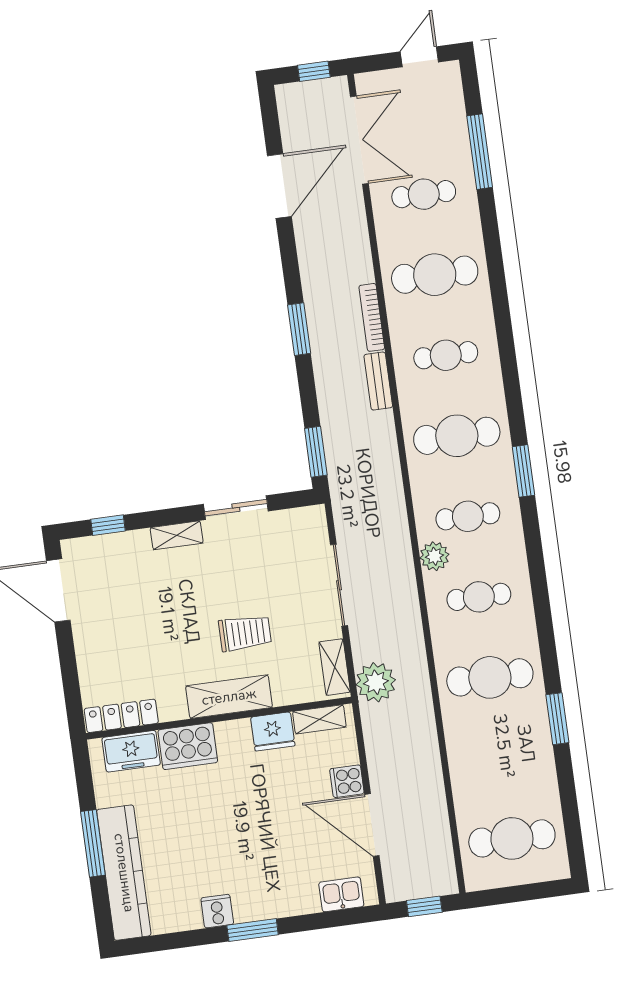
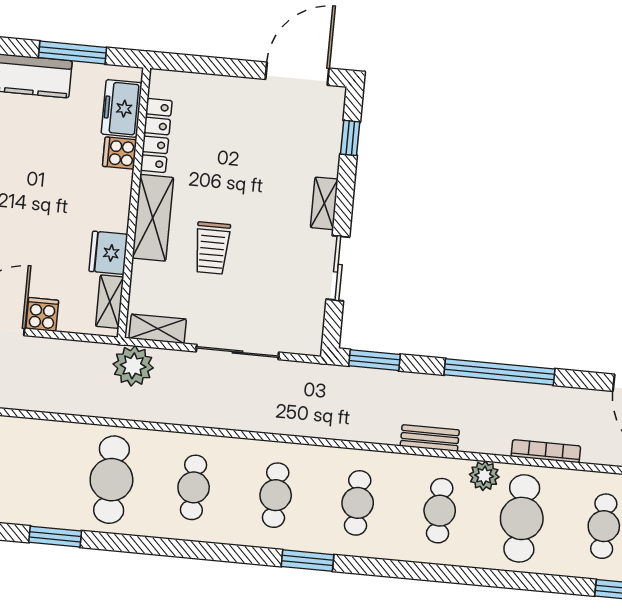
bookcase: (372, 317) -> (546, 451), moved
window: (299, 329) -> (499, 372), width x2.11
cafe table: (457, 436) -> (358, 503), width x0.73, depth x0.74
plant: (435, 556) -> (484, 476), moved
locker: (121, 716) -> (156, 135), moved
cooker: (188, 746) -> (120, 153), width x0.53, depth x0.76
window: (93, 843) -> (73, 52), moved

